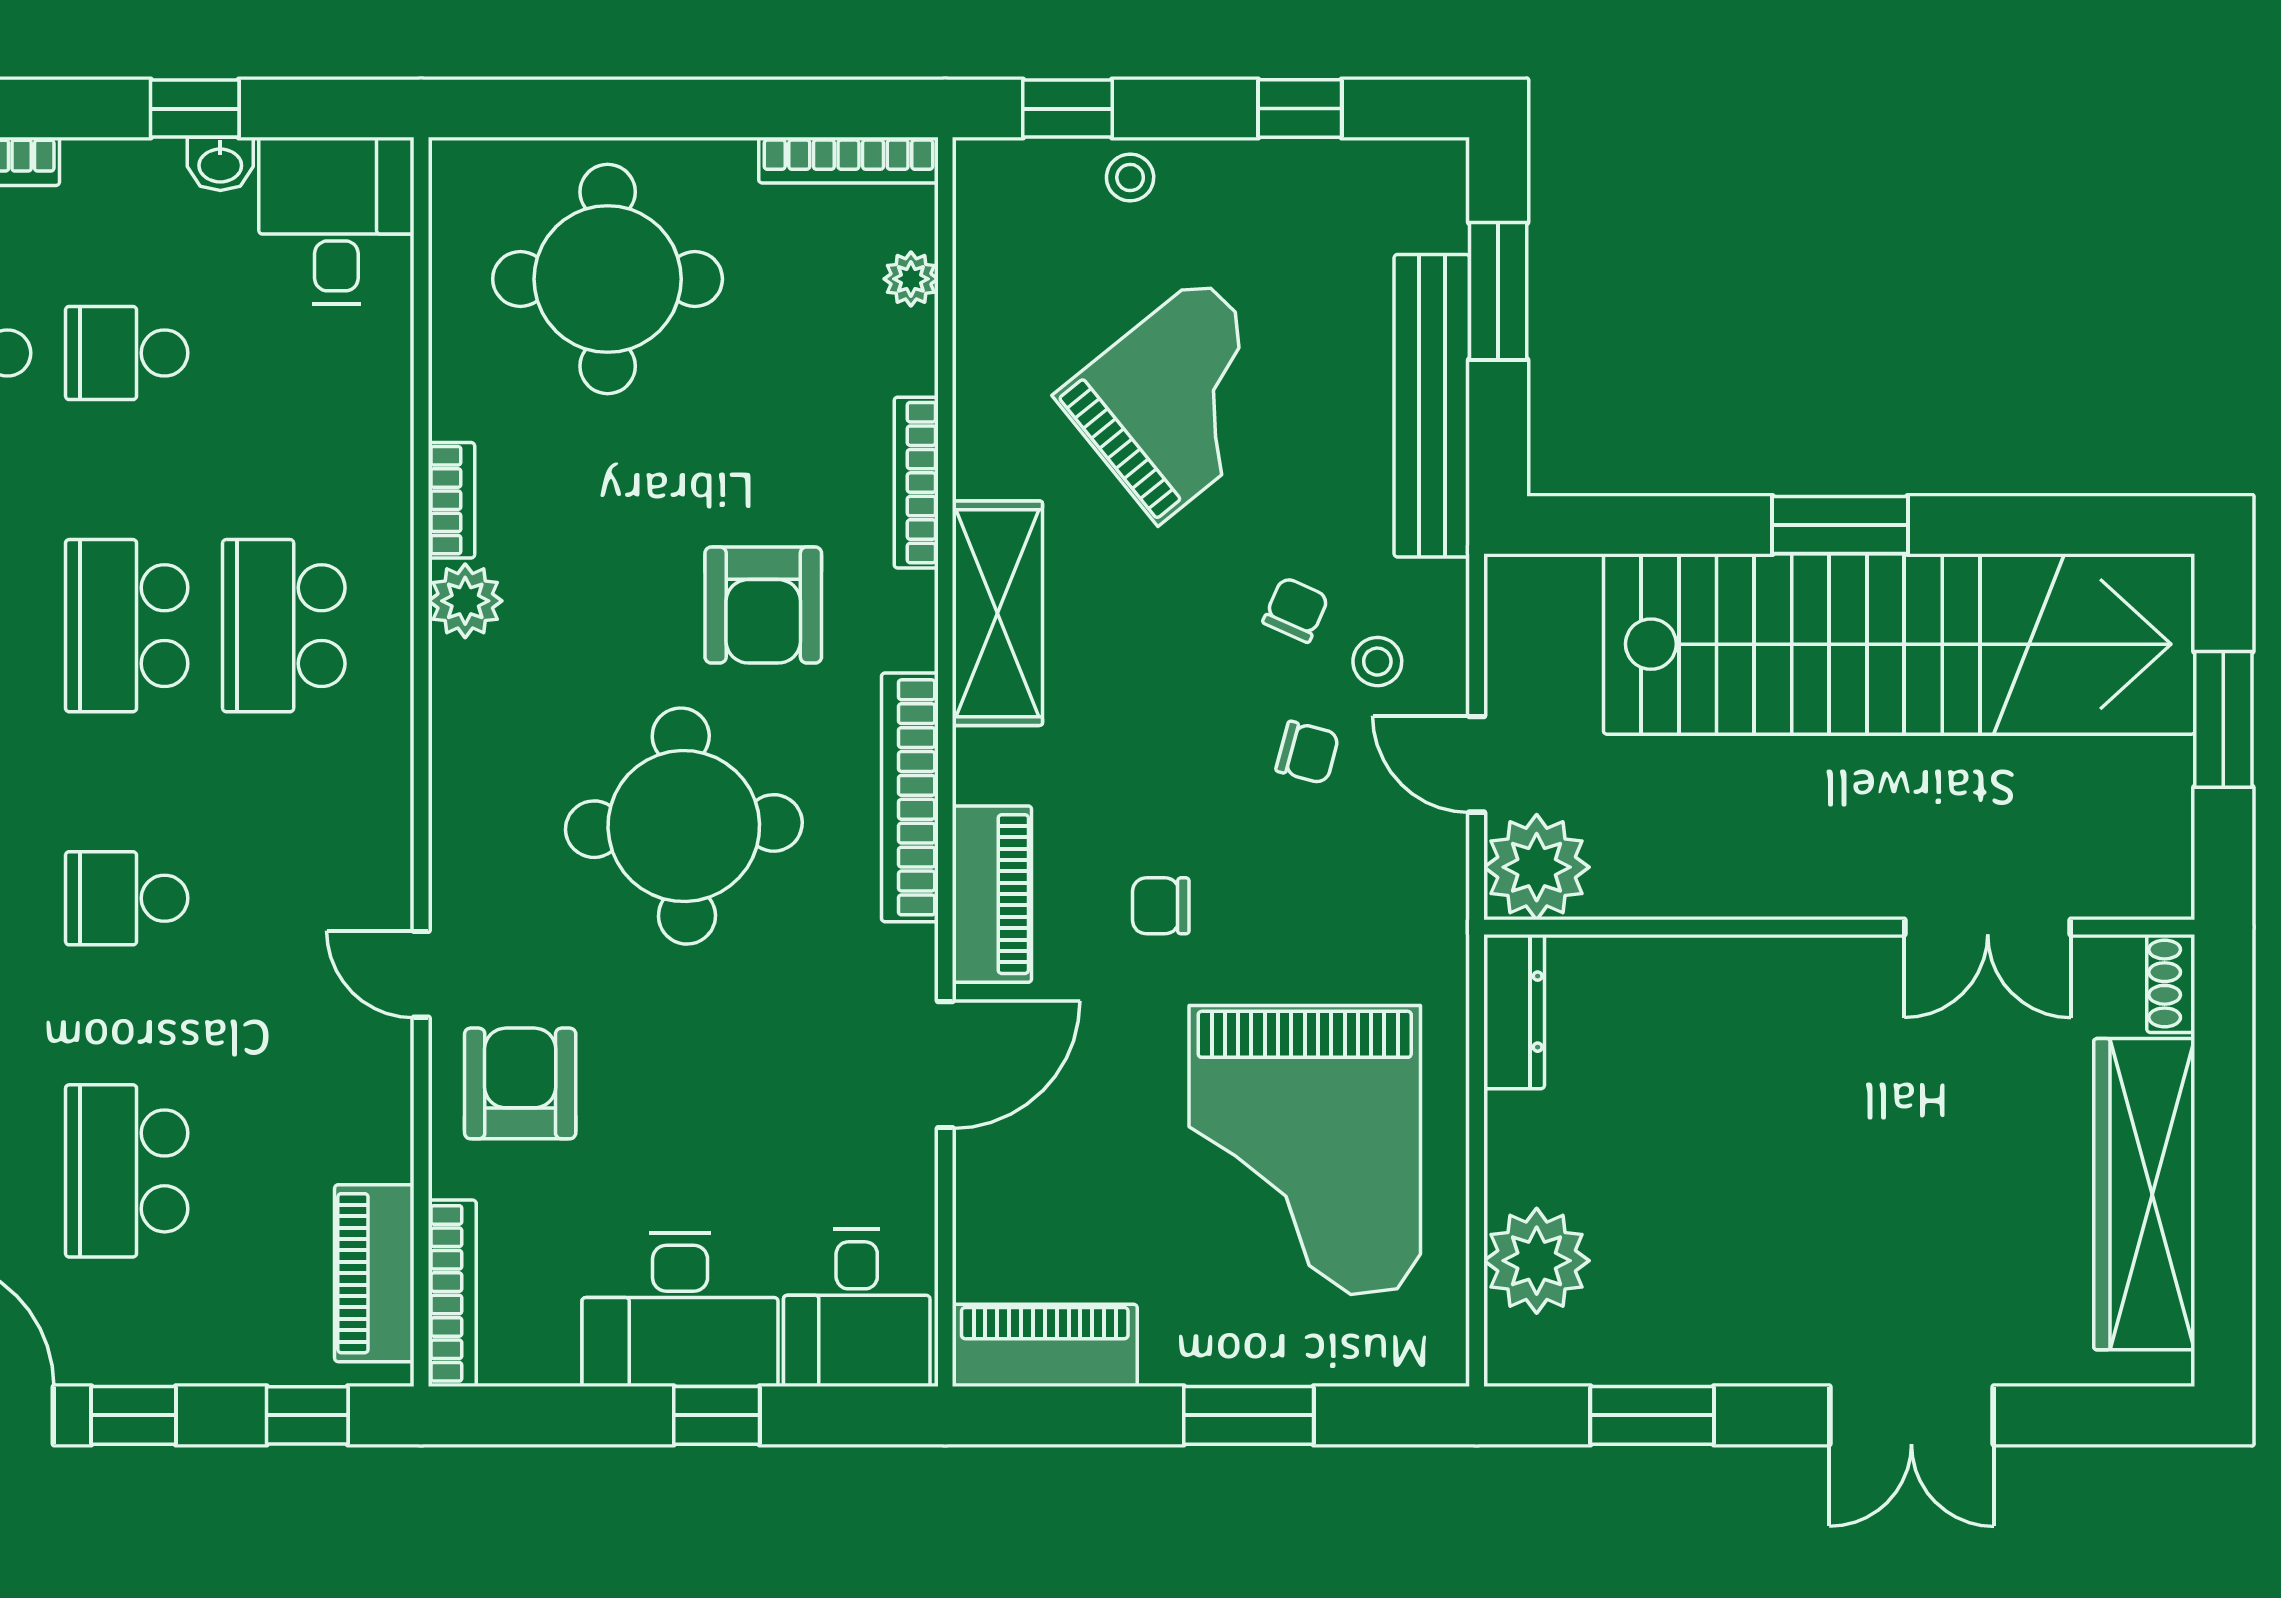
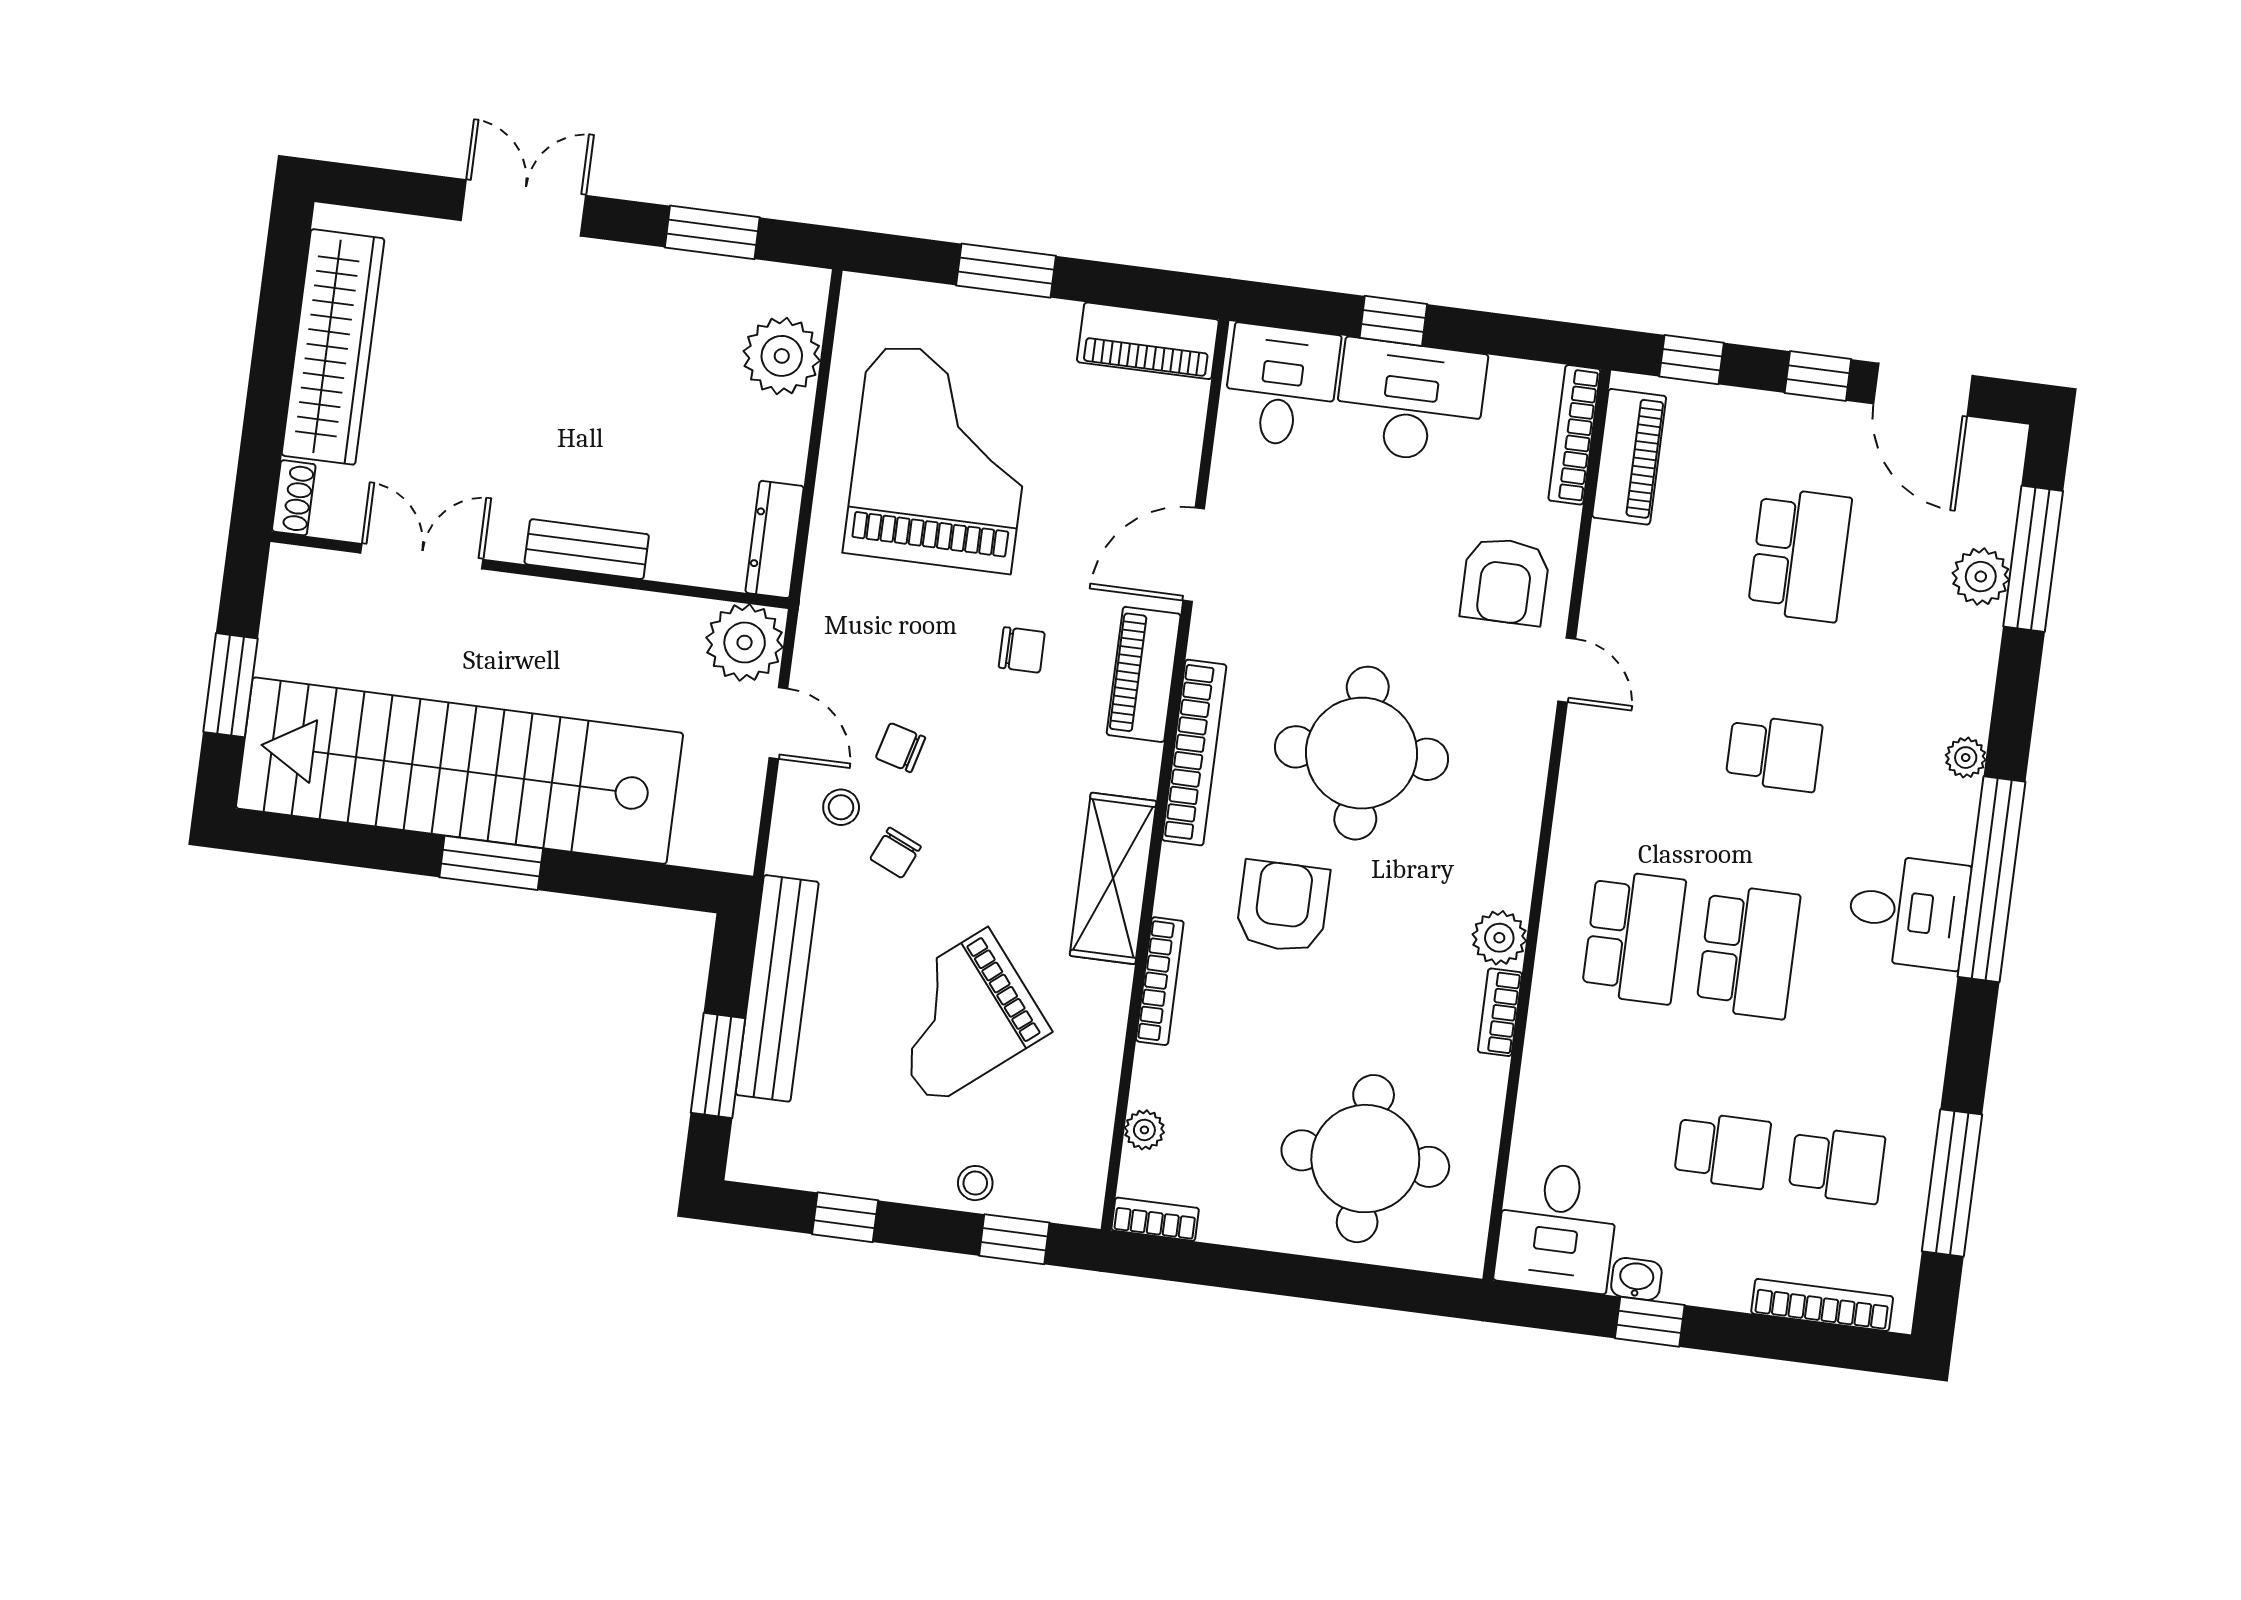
bookcase: (848, 160) -> (1155, 1219), width x0.64
bench: (1766, 965) -> (587, 549), added

